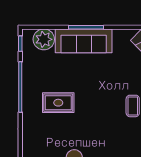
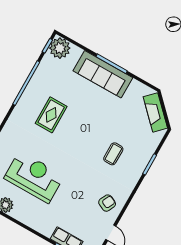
plant: (44, 39) -> (60, 48), moved
rug: (58, 103) -> (51, 115), turned 90

